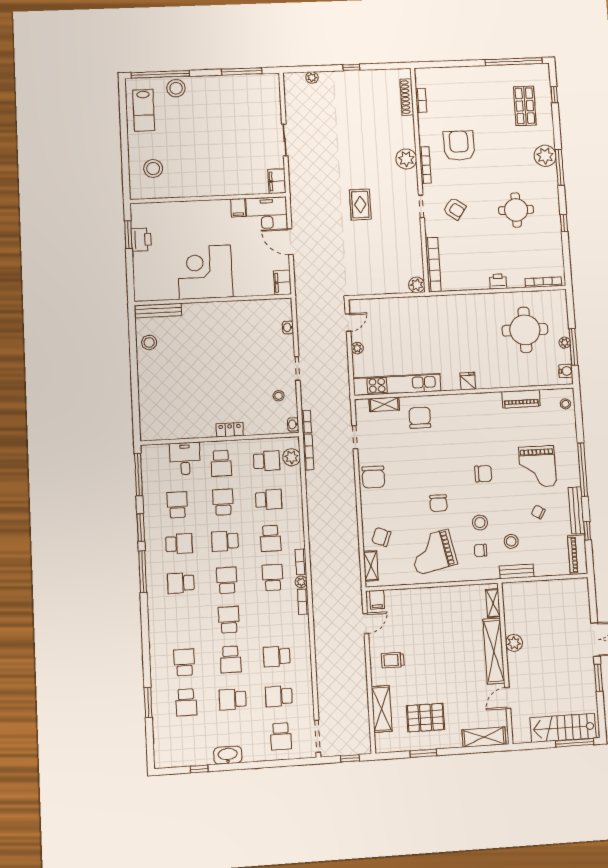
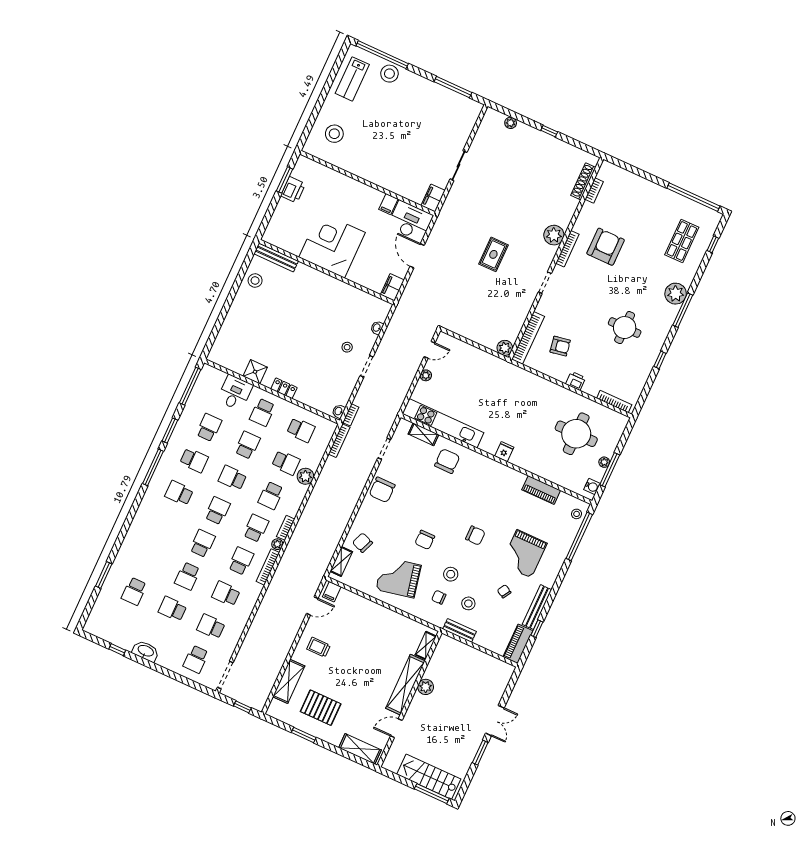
armchair: (455, 209) -> (560, 346), moved, turned -46
stool: (279, 396) -> (347, 347), moved
shower: (194, 428) -> (255, 372), added
plant: (292, 457) -> (305, 476), moved
window: (583, 470) -> (579, 536), moved
bookcase: (303, 602) -> (268, 567), width x1.56
school desk: (184, 662) -> (241, 561), moved

